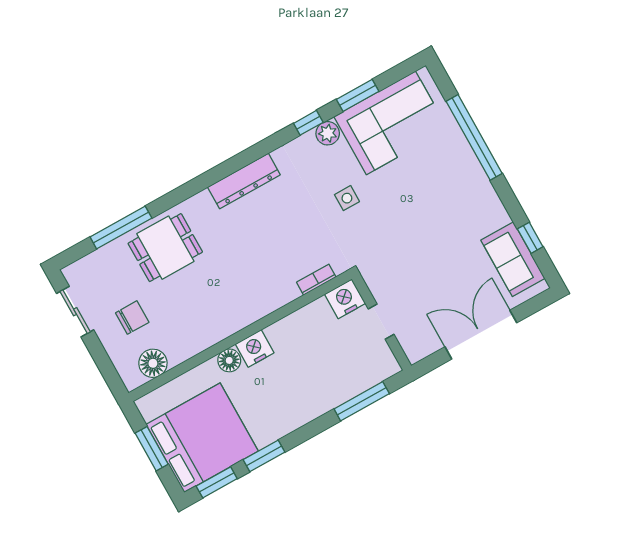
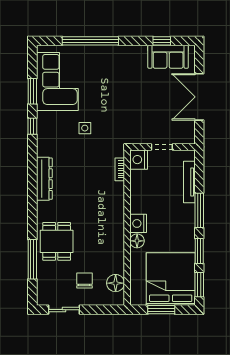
plant: (328, 133) -> (44, 119), removed
tv unit: (353, 388) -> (189, 182), added
window: (362, 401) -> (199, 210), moved

